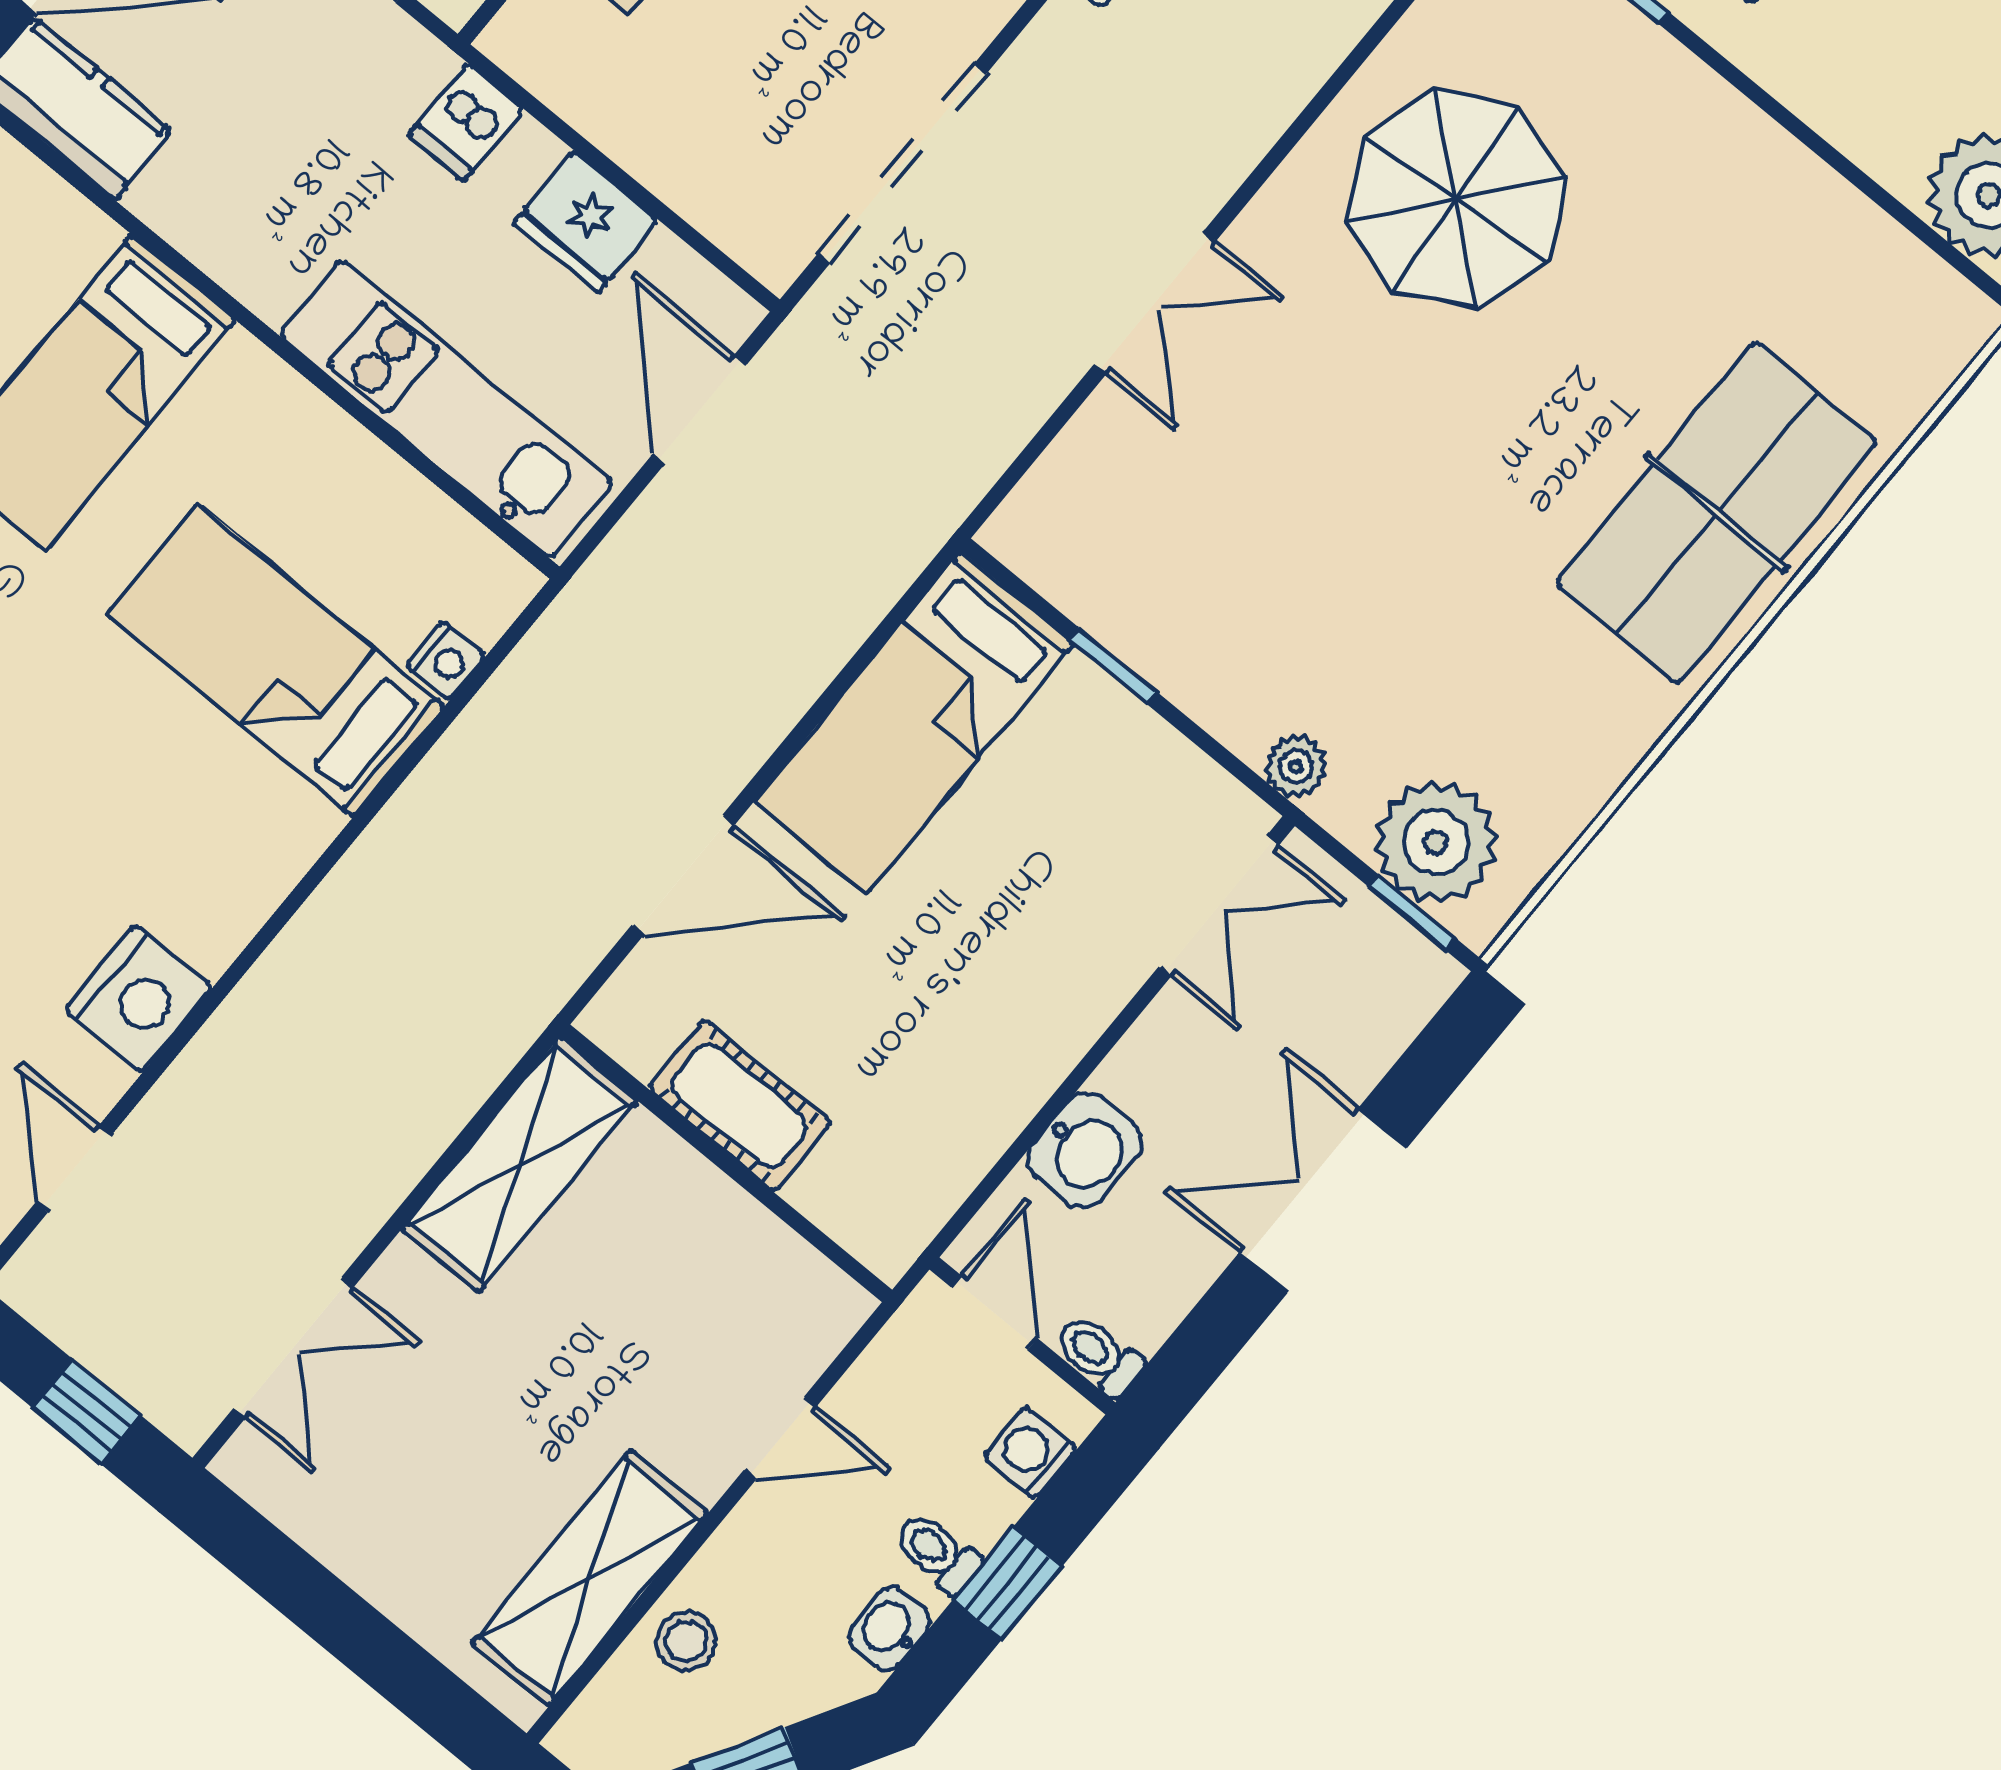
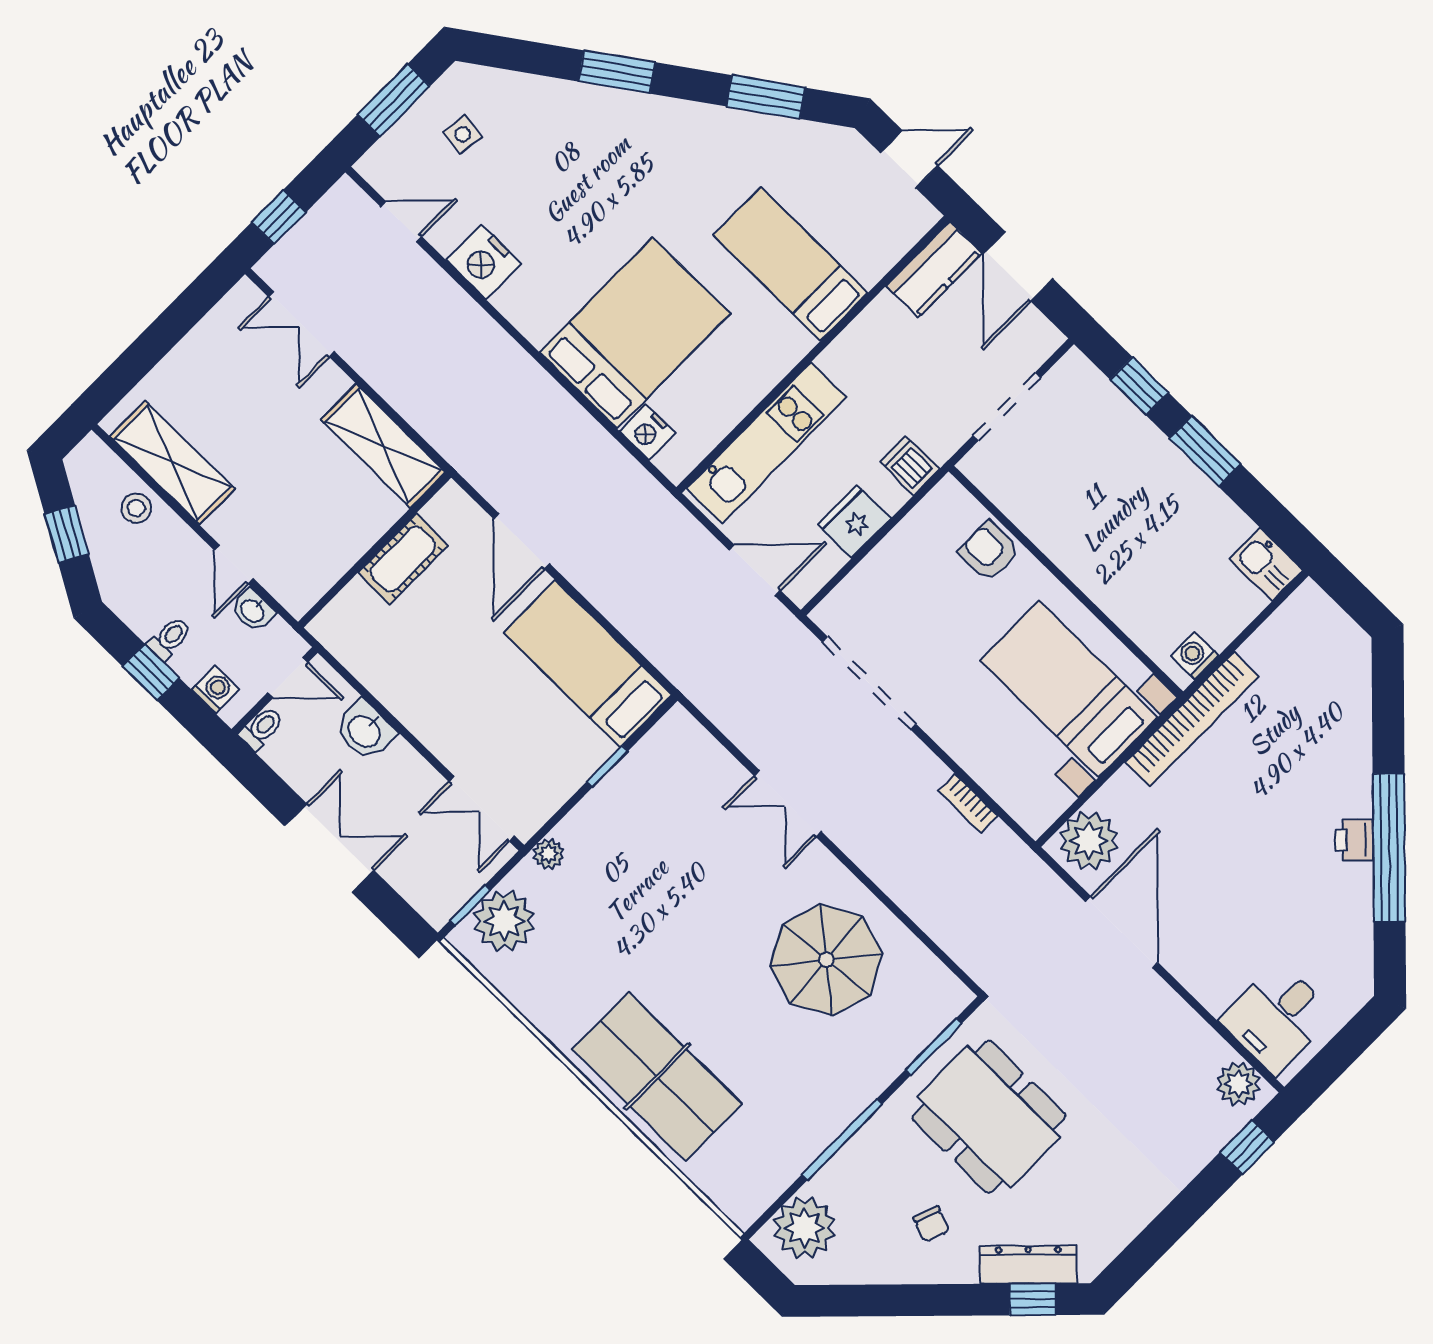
window: (1808, 137) -> (842, 1139), added
bed: (275, 660) -> (635, 333), width x1.50
nightstand: (446, 661) -> (647, 432), width x1.39, depth x1.35
washbasin: (889, 1629) -> (253, 610), moved, turned 180

